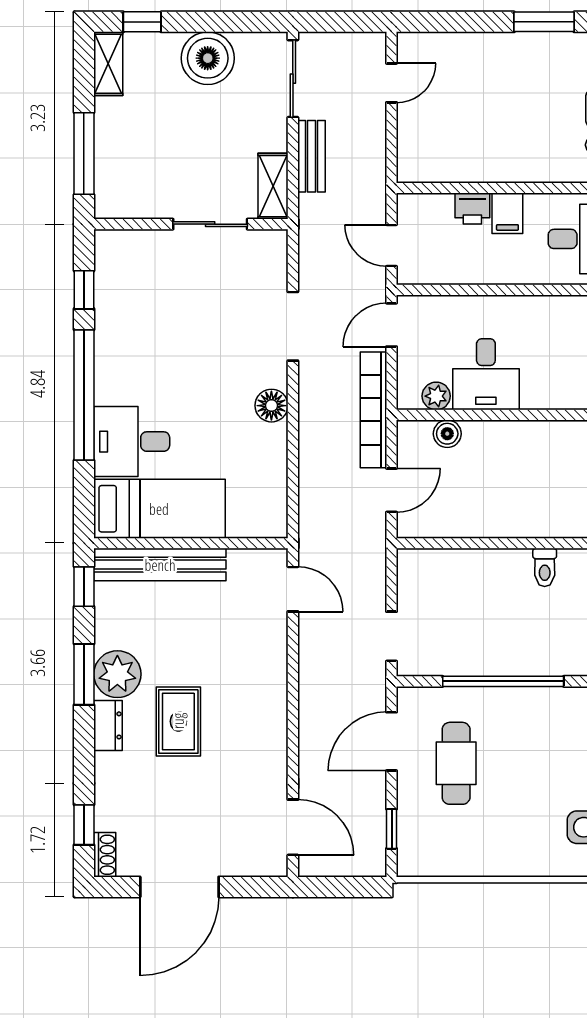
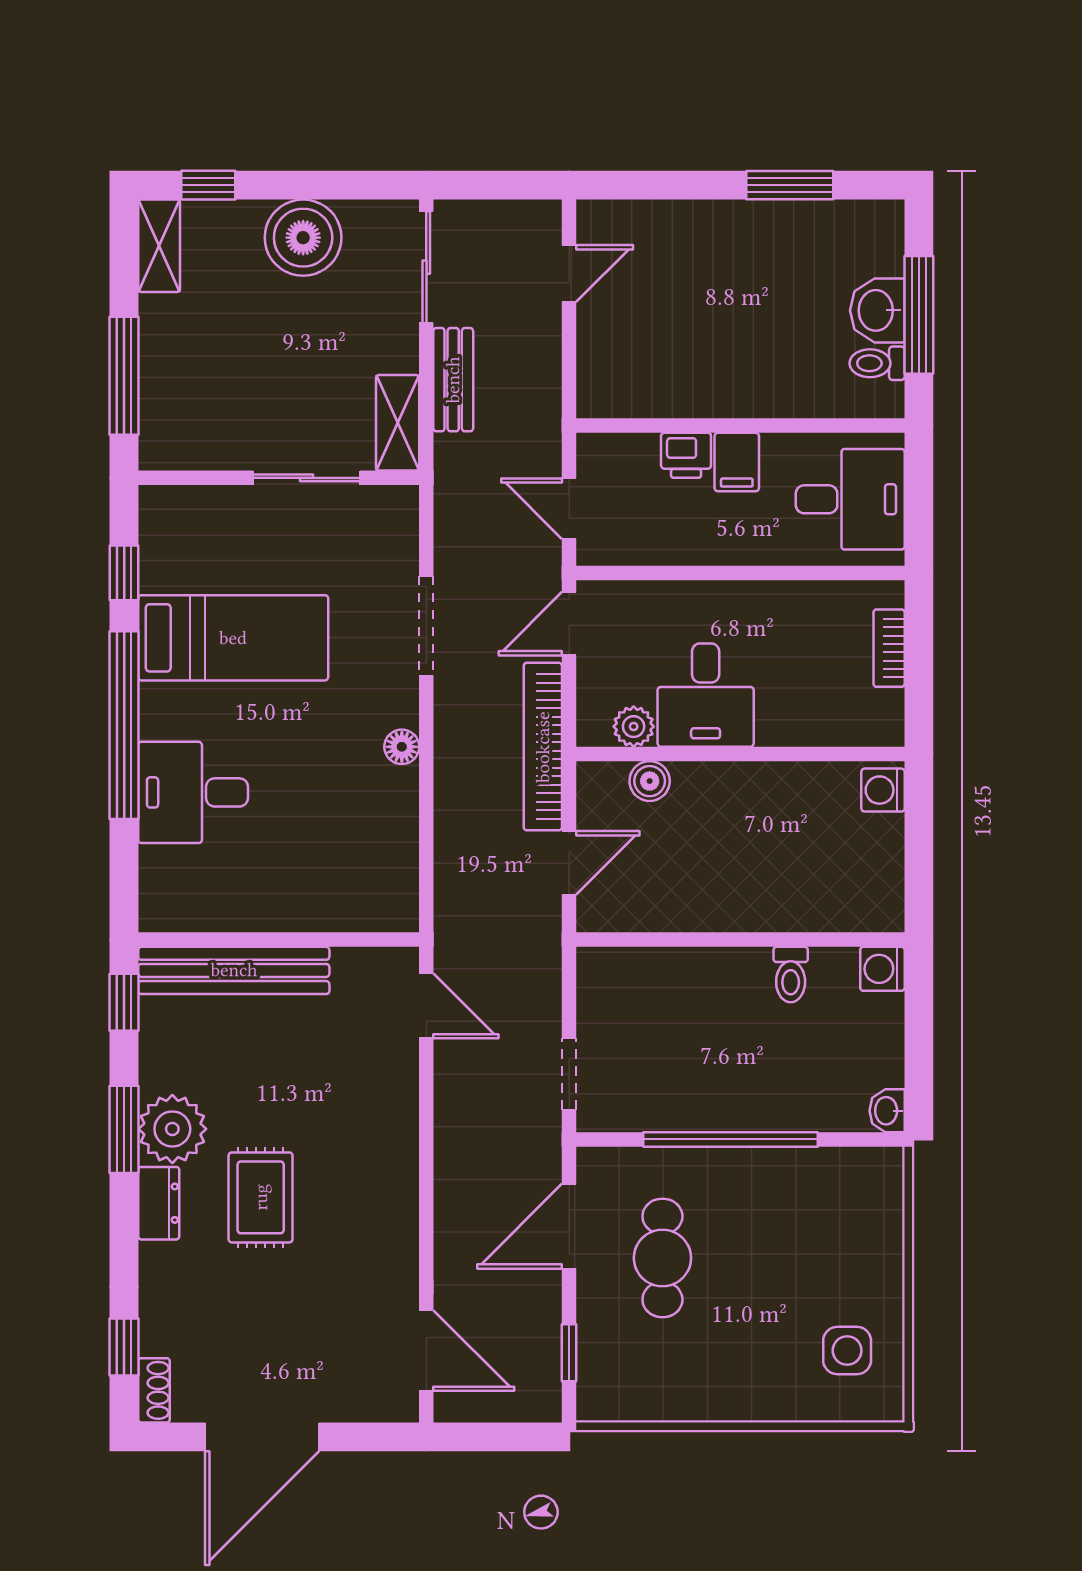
floor lamp: (271, 406) -> (402, 747), width x0.73, depth x0.73
bed: (159, 509) -> (233, 638), moved

